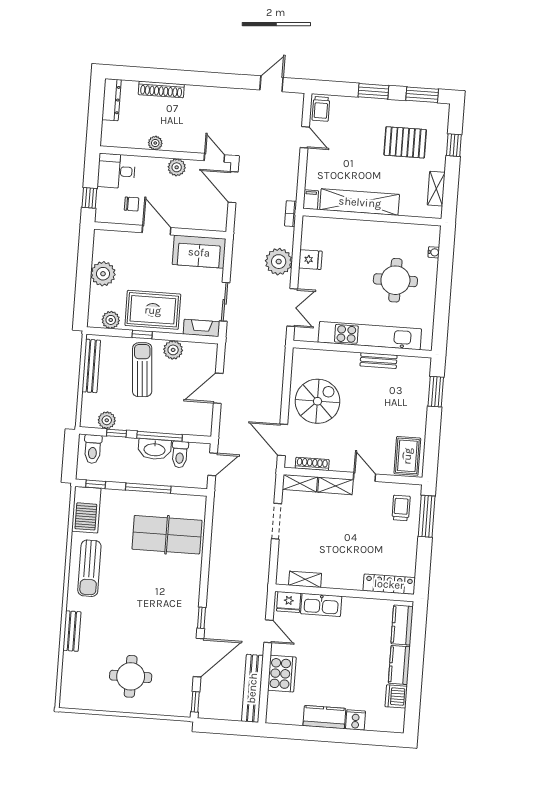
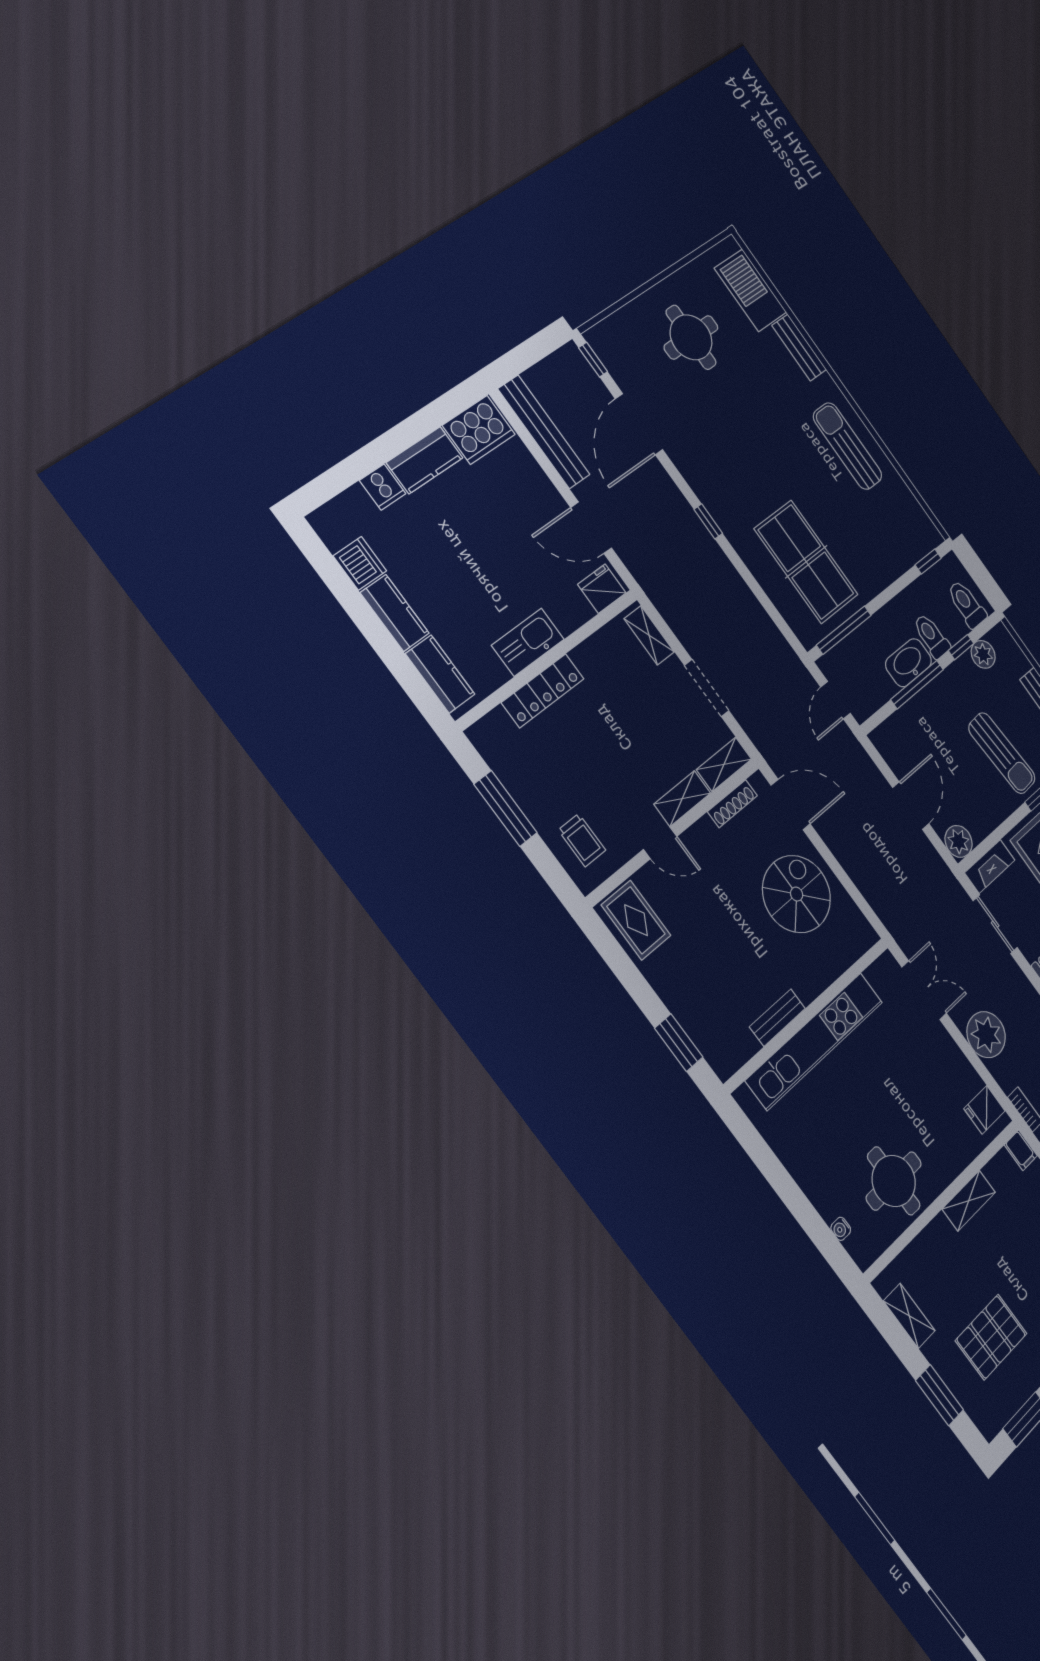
window: (454, 145) -> (939, 1395), width x1.50
shelving: (360, 202) -> (969, 1201), width x0.45, depth x0.75
fridge: (310, 260) -> (985, 1110), moved
round table: (395, 280) -> (894, 1181), moved
double door: (292, 308) -> (924, 990), swing flipped
plant: (173, 350) -> (959, 841), moved
spiral stairs: (318, 401) -> (797, 894), turned 180
toilet: (180, 454) -> (932, 636), moved
window: (148, 488) -> (844, 630), moved
barbecue: (86, 510) -> (751, 290), moved
window: (427, 516) -> (506, 808), moved
table tennis table: (167, 535) -> (806, 562), turned 90
shelving: (305, 579) -> (649, 635), moved, turned 90
locker: (389, 584) -> (543, 691), moved
kitchen sink: (321, 605) -> (528, 642), moved
window: (201, 618) -> (708, 521), moved
door: (268, 631) -> (591, 528), width x1.38
cooker: (282, 674) -> (479, 430), moved, turned -90

